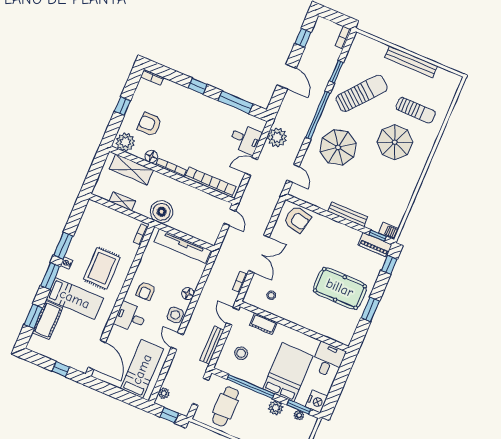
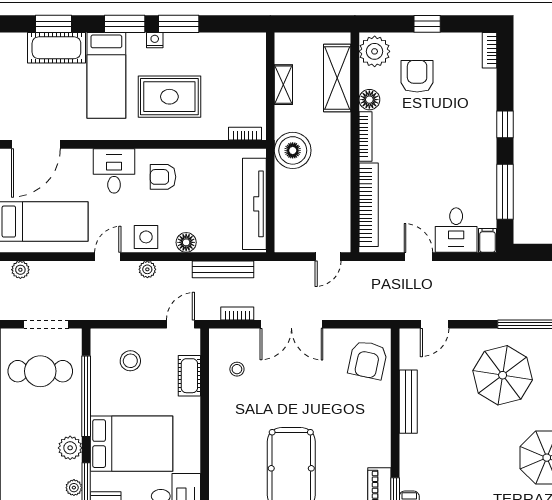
filing cabinet: (259, 124) -> (488, 240), added
plant: (277, 137) -> (147, 269), moved, width x0.53, depth x0.53
bench: (348, 214) -> (408, 402), moved
bench: (212, 345) -> (223, 269), moved

